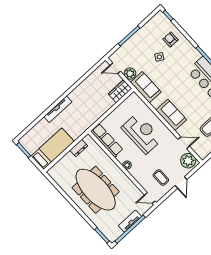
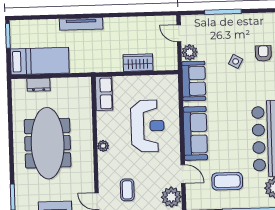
wardrobe: (120, 91) -> (138, 63), moved
sofa: (171, 115) -> (195, 133), width x1.36
row of seats: (107, 140) -> (104, 93), width x0.68
dresser: (79, 148) -> (38, 85), moved

